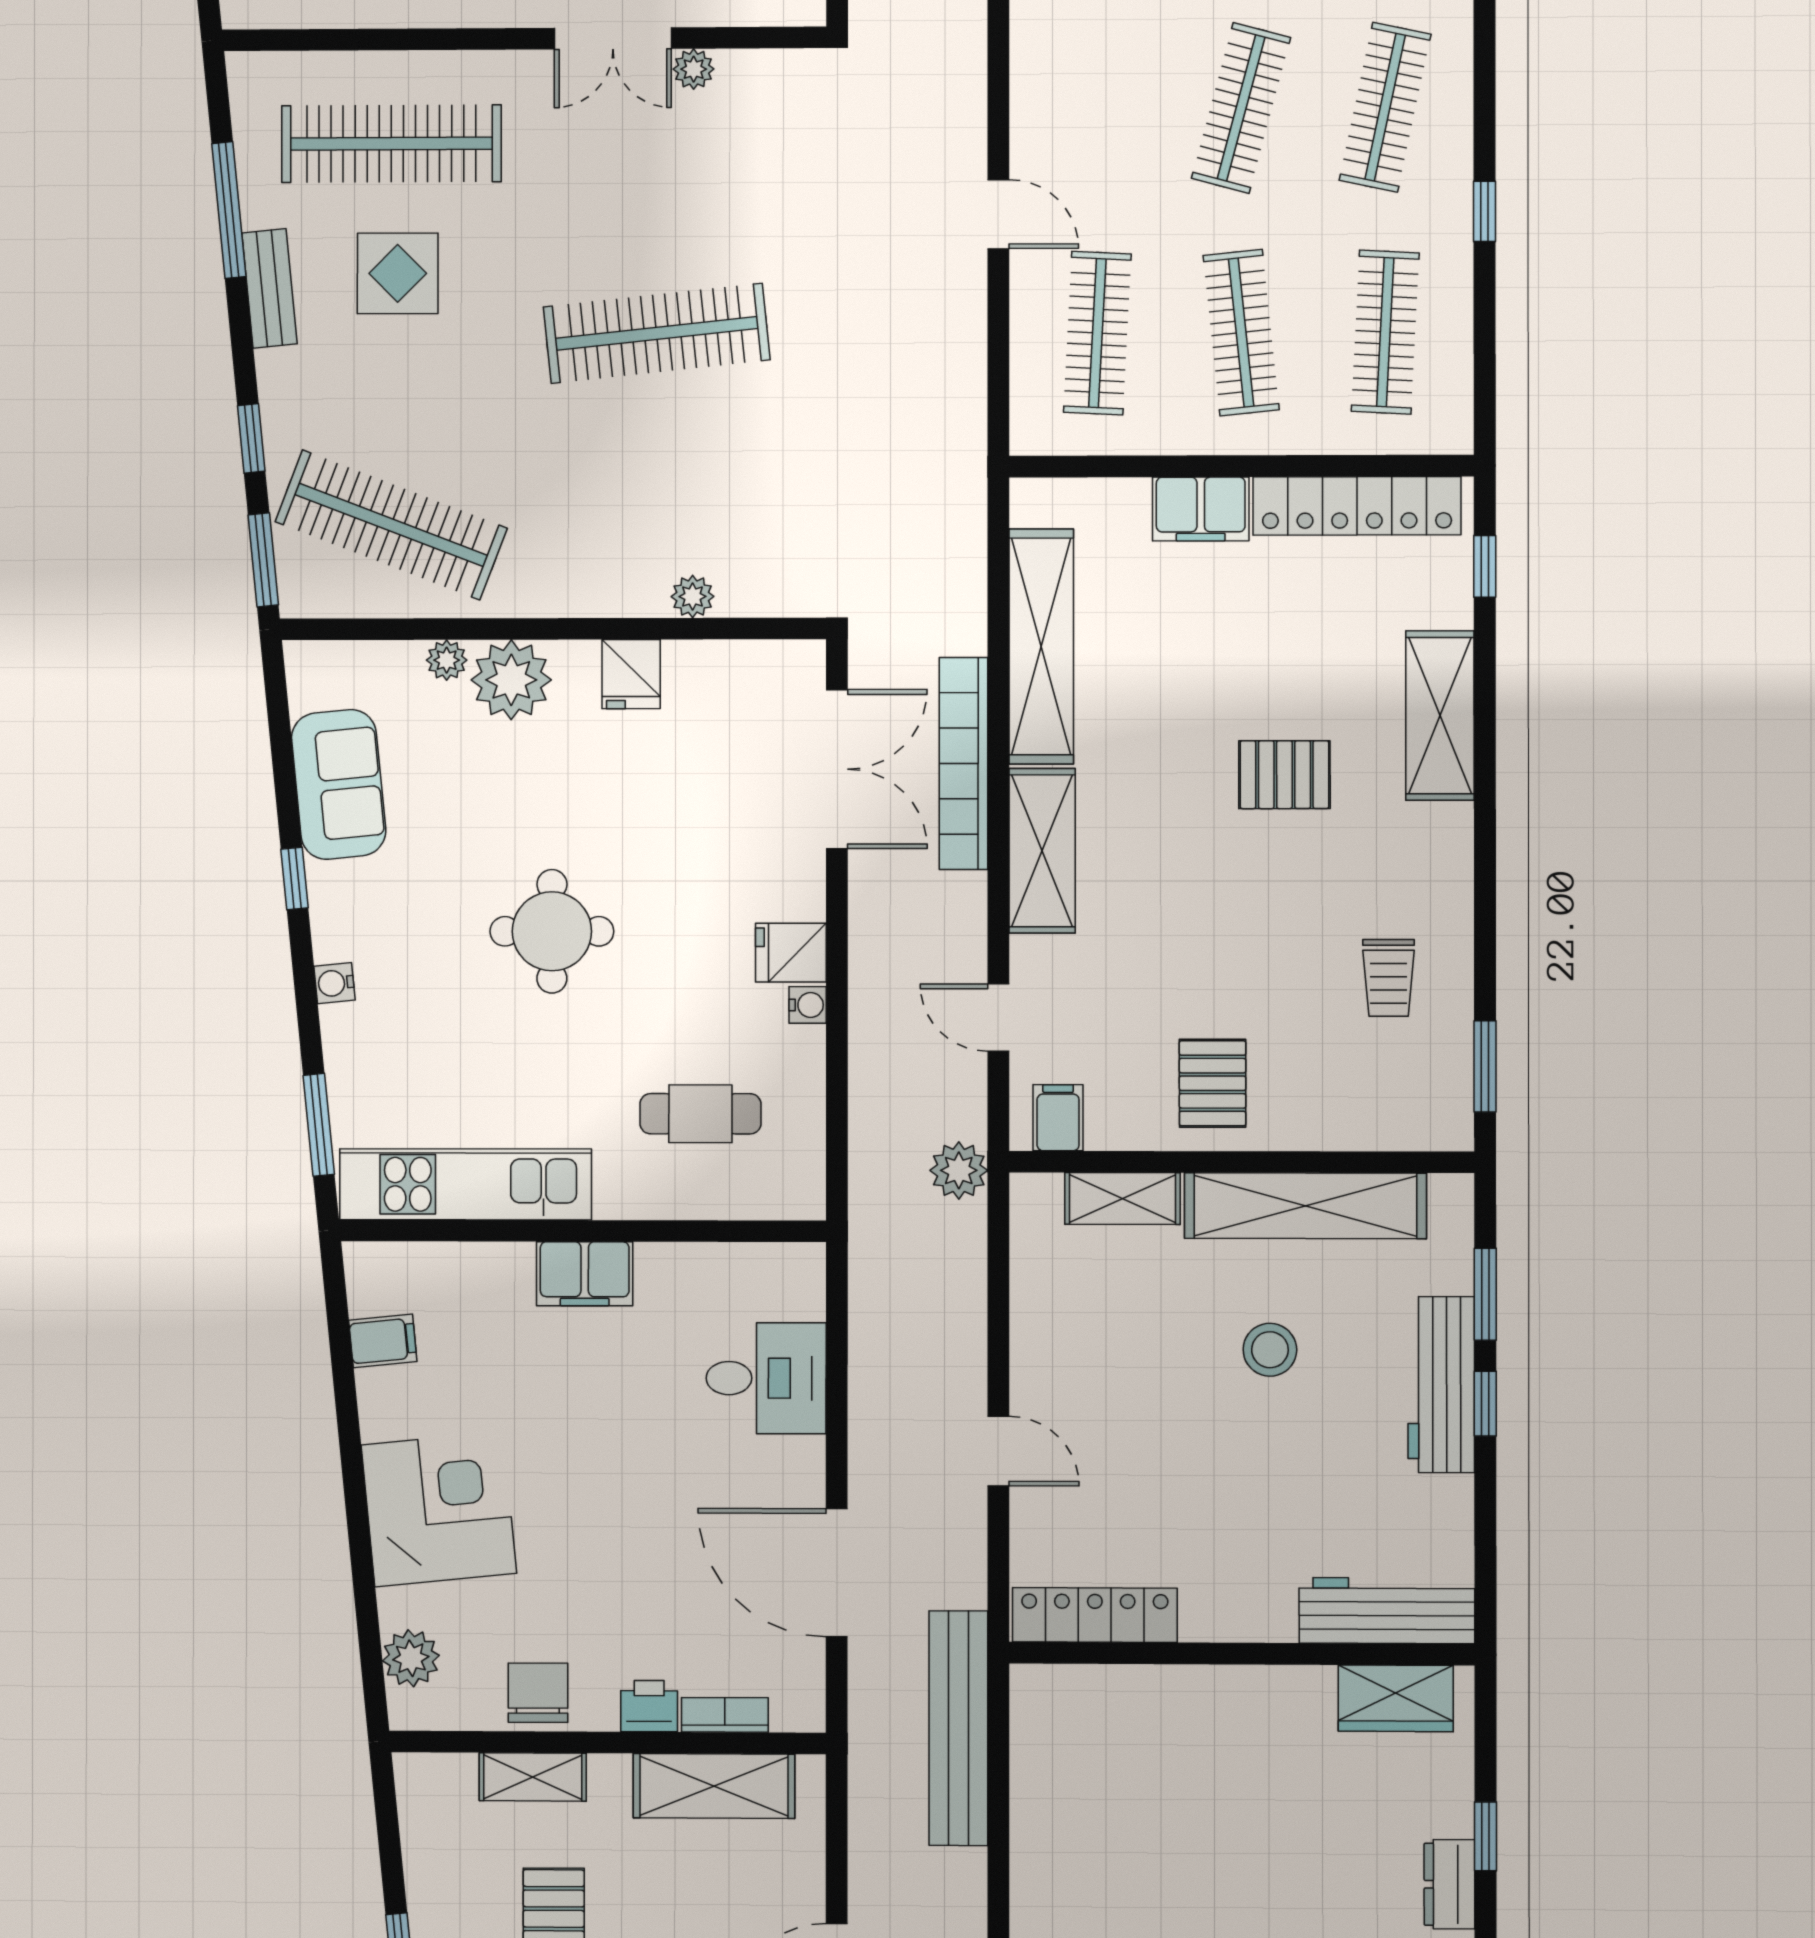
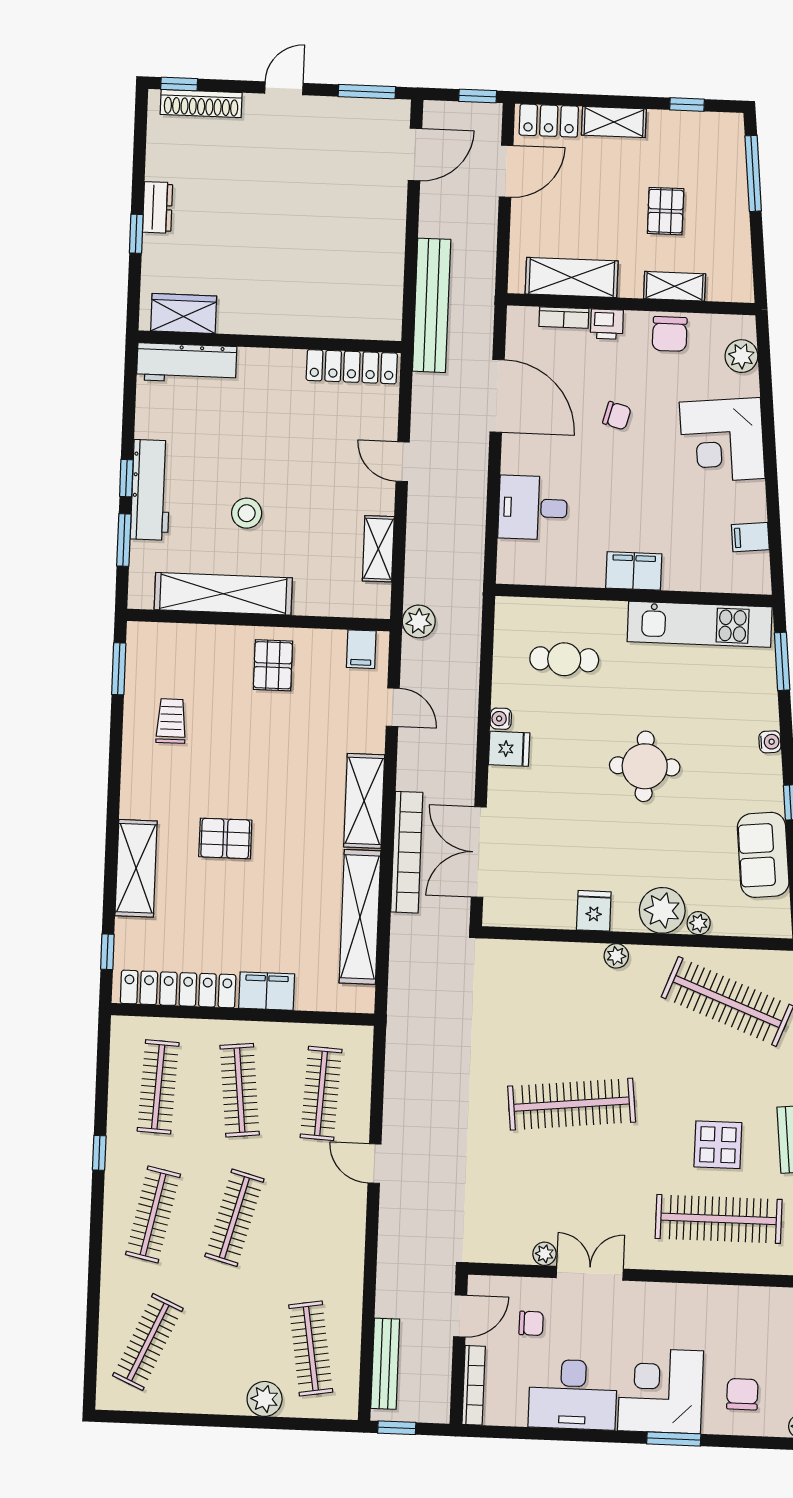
plant: (693, 597) -> (616, 956), moved
shelving: (1122, 1199) -> (378, 549), moved, turned 90
chair: (625, 1546) -> (617, 416), added

